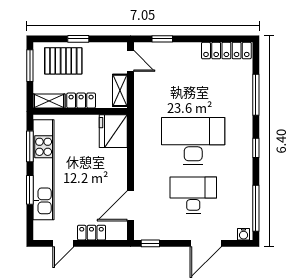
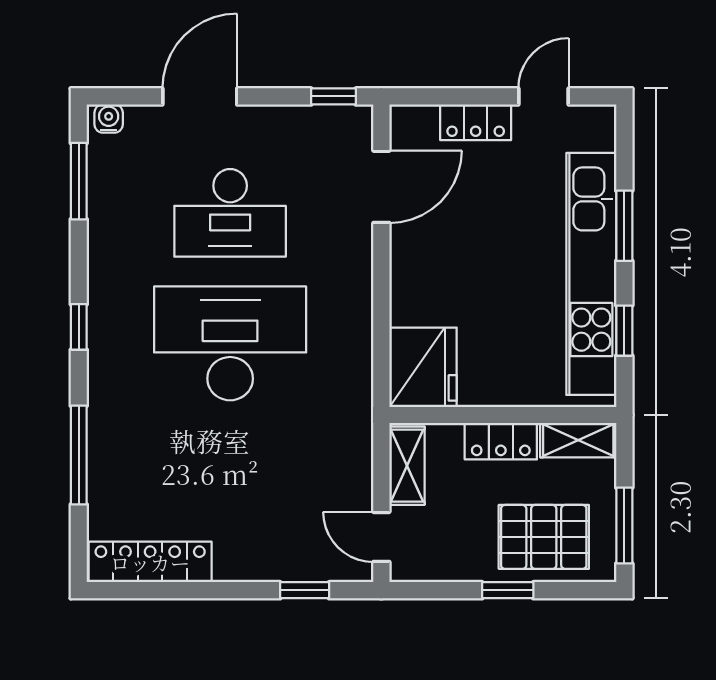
desk: (193, 141) -> (230, 343), turned 180
window: (30, 146) -> (624, 331), width x0.67
window: (256, 208) -> (79, 181), width x0.69

